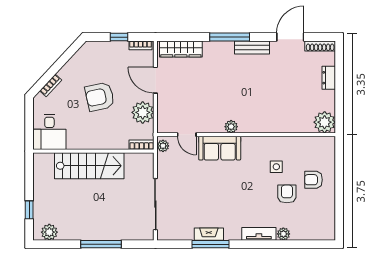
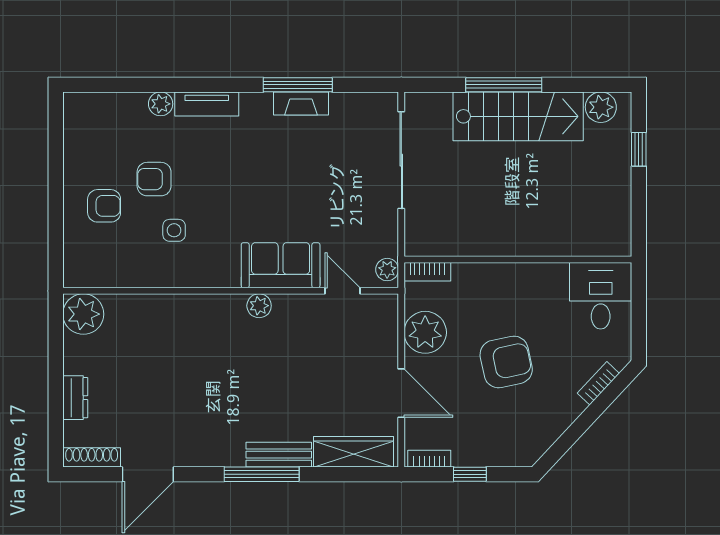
bench: (252, 47) -> (279, 455), moved
stairs: (89, 166) -> (518, 116), moved, turned 180
armchair: (287, 194) -> (154, 179), turned 90

